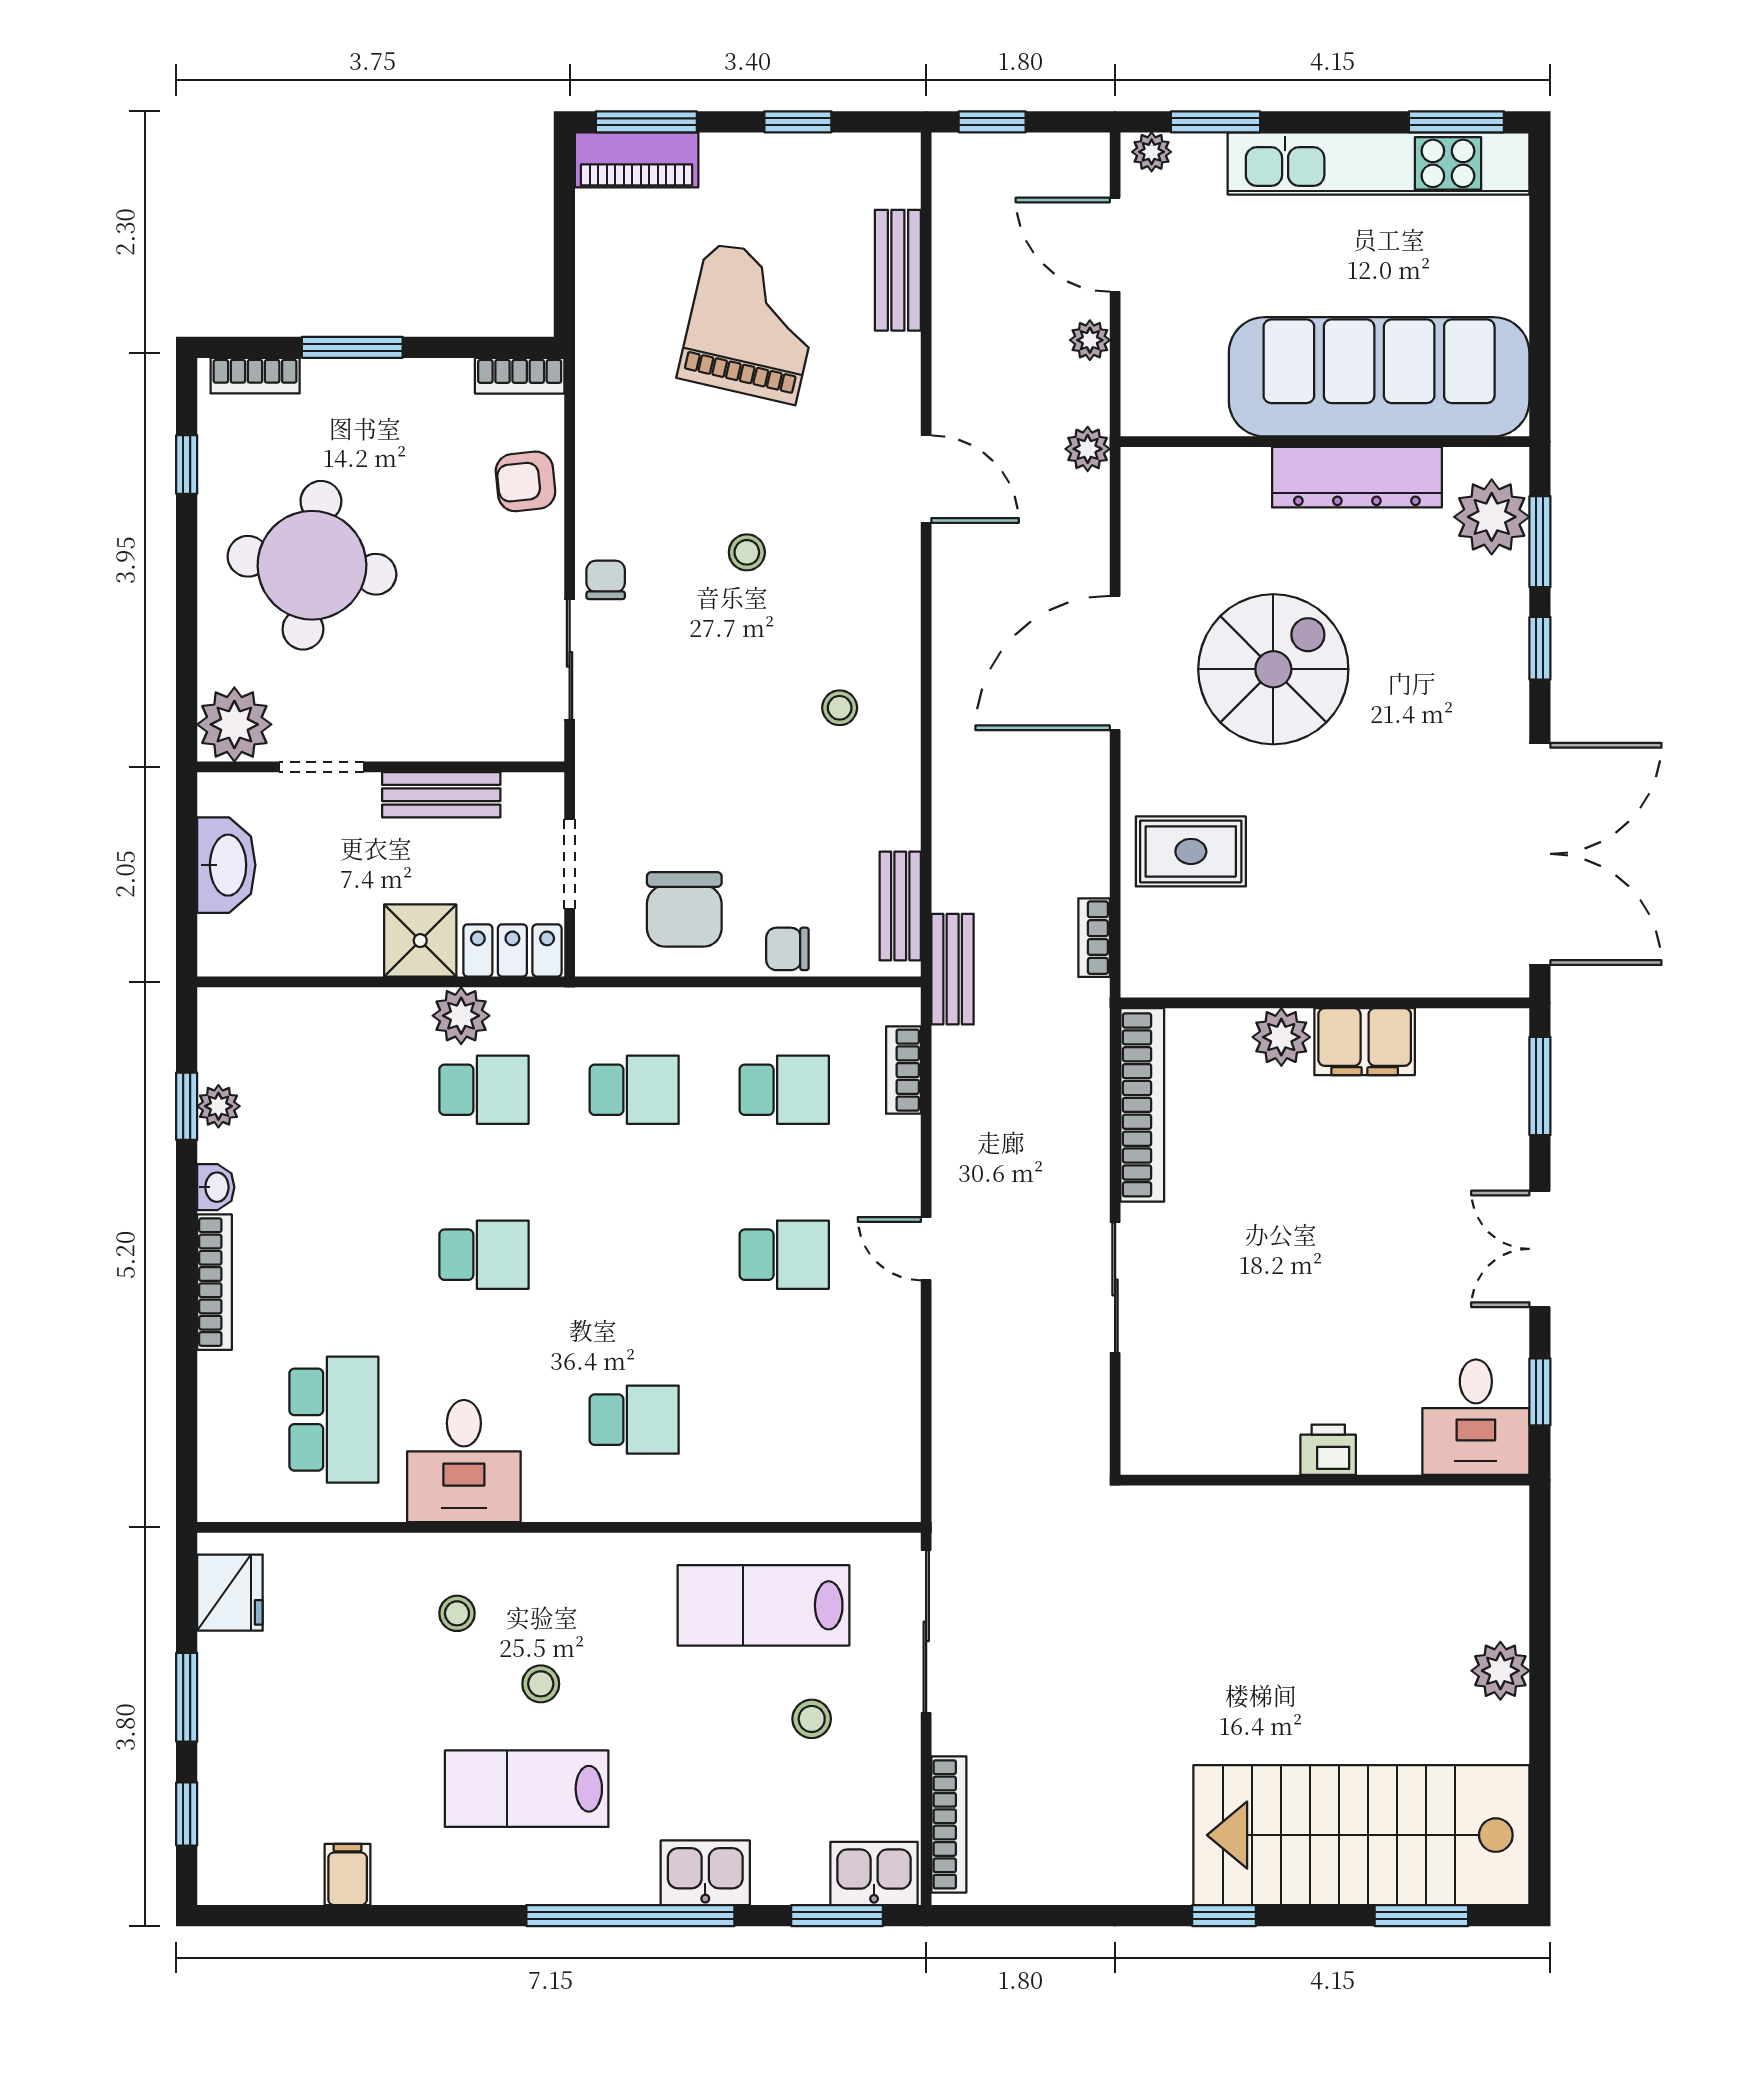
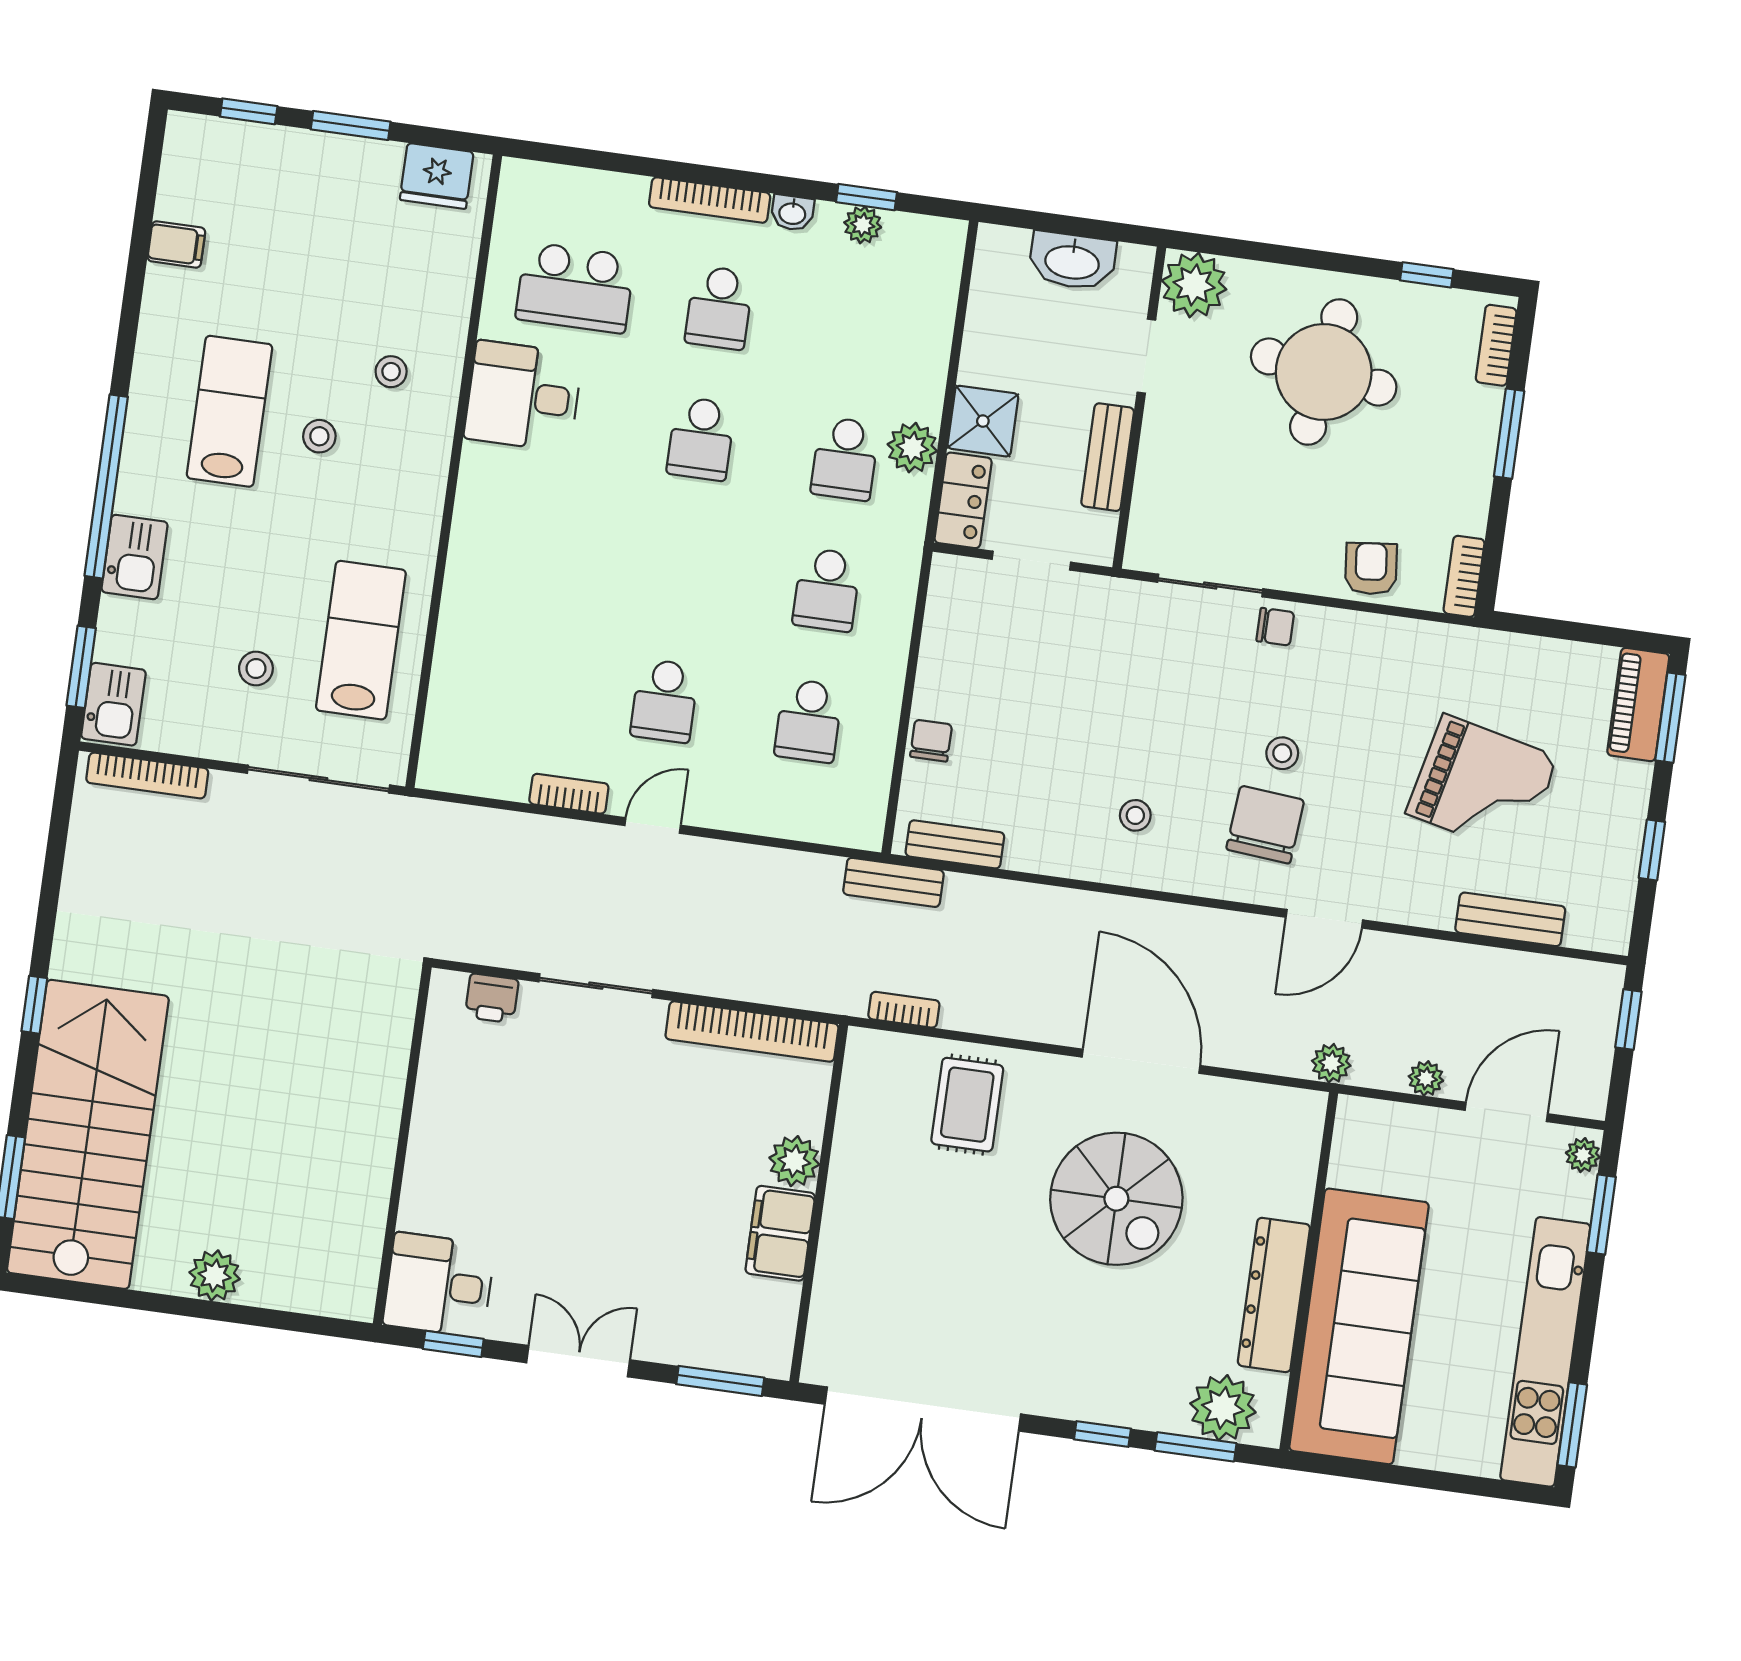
chair: (684, 909) -> (1265, 825), moved, turned 95
bookcase: (904, 1070) -> (569, 794), moved
school desk: (634, 1420) -> (719, 308), moved
printer: (1328, 1450) -> (492, 998), moved, turned 90

